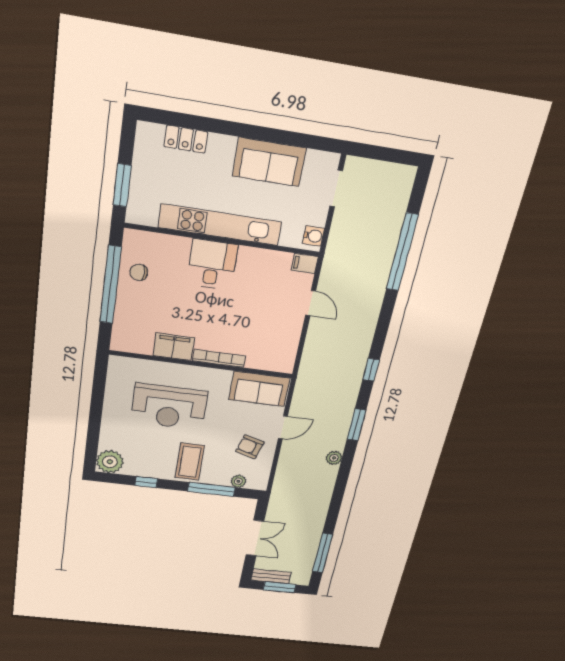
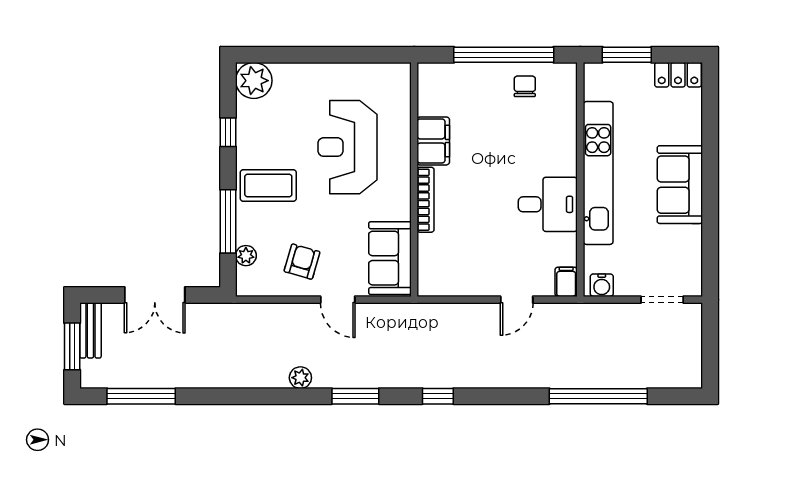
locker: (186, 139) -> (678, 75), moved, turned -90
sofa: (269, 162) -> (680, 185), moved
desk: (212, 265) -> (548, 204), moved

